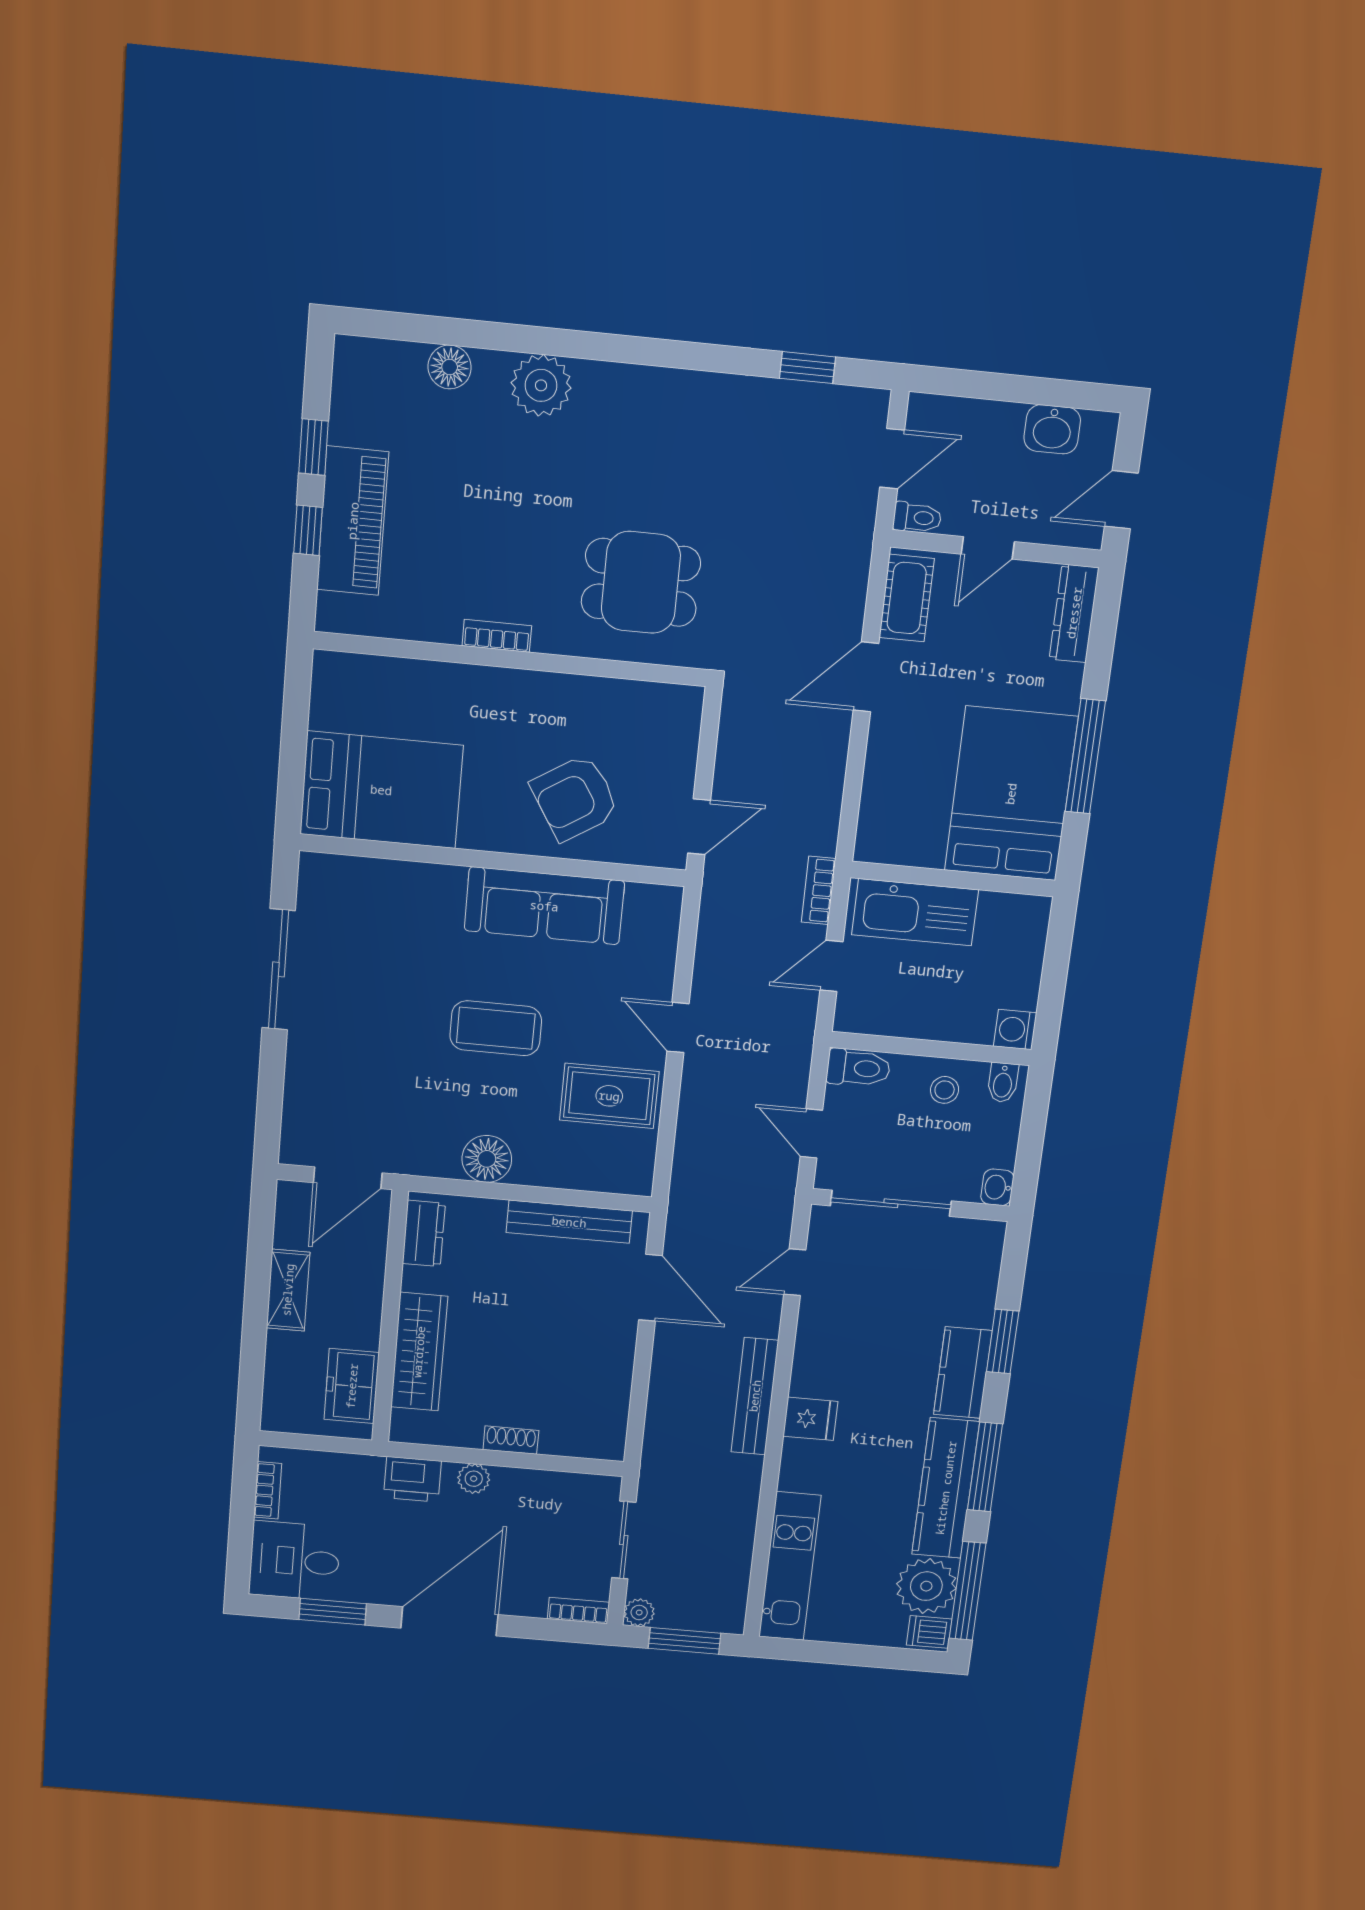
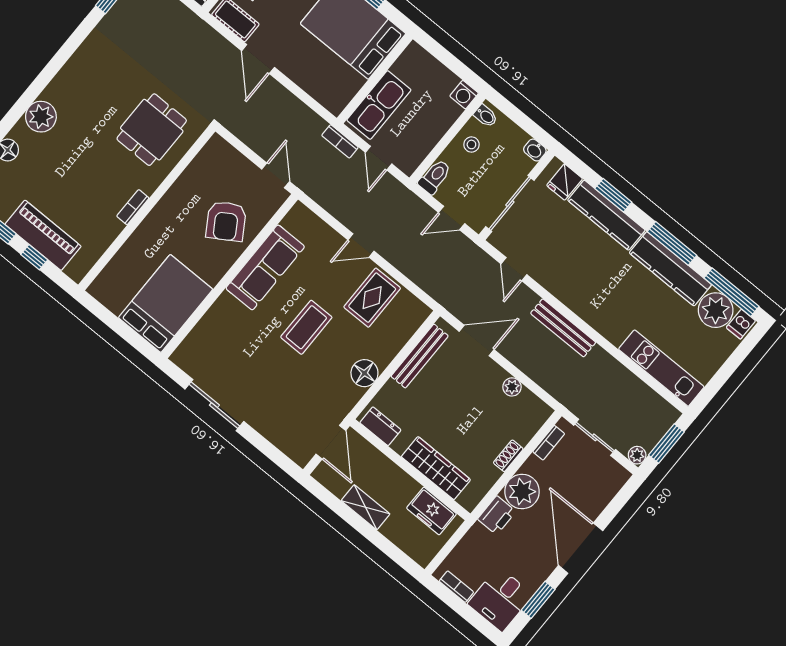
kitchen counter: (963, 1373) -> (606, 215), width x1.50
plant: (616, 1381) -> (512, 387), added
fridge: (810, 1419) -> (565, 182), moved, turned 180
plant: (474, 1479) -> (522, 492), width x1.88, depth x1.88
bookcase: (578, 1611) -> (549, 443), moved, turned 180

